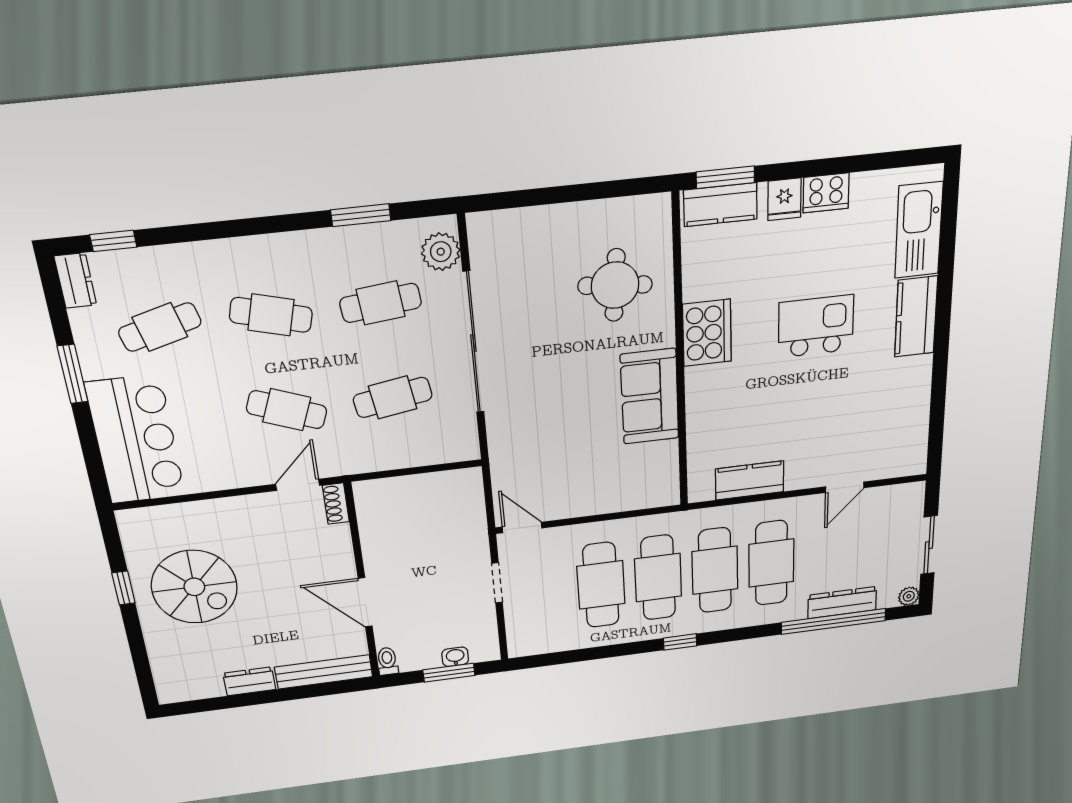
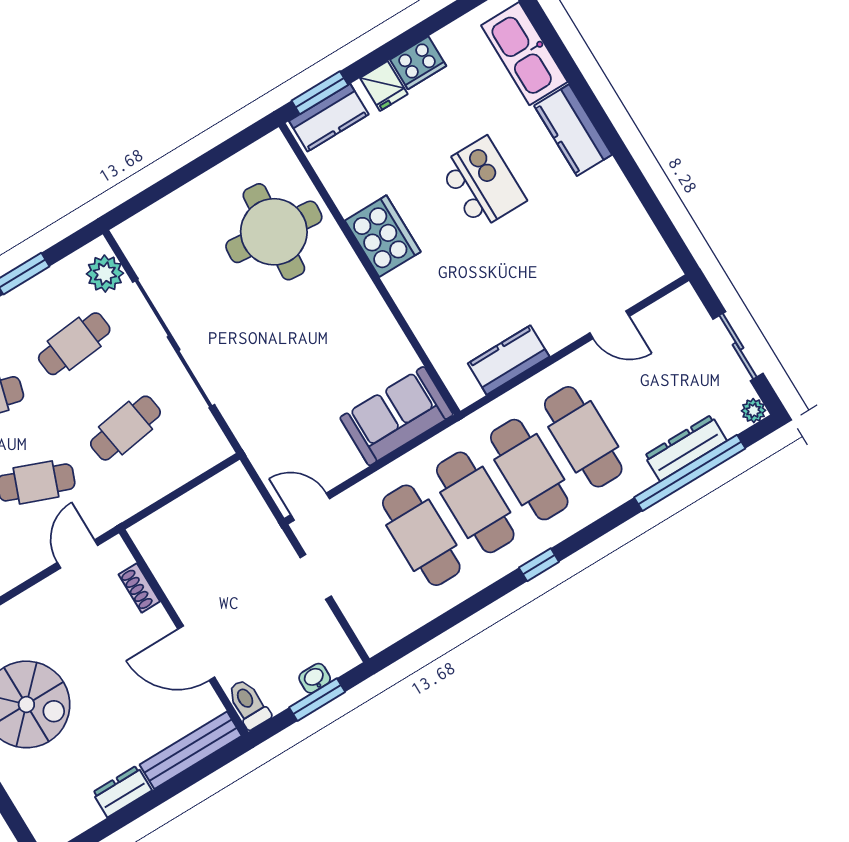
round table: (615, 285) -> (274, 232), width x1.36, depth x1.36
kitchen island: (816, 326) -> (482, 183), turned 90
sofa: (650, 397) -> (397, 416), moved, turned 90
door: (845, 487) -> (609, 325), hinge flipped
shoe rack: (336, 504) -> (139, 588), moved
toilet: (387, 661) -> (249, 704), width x1.37, depth x1.39

